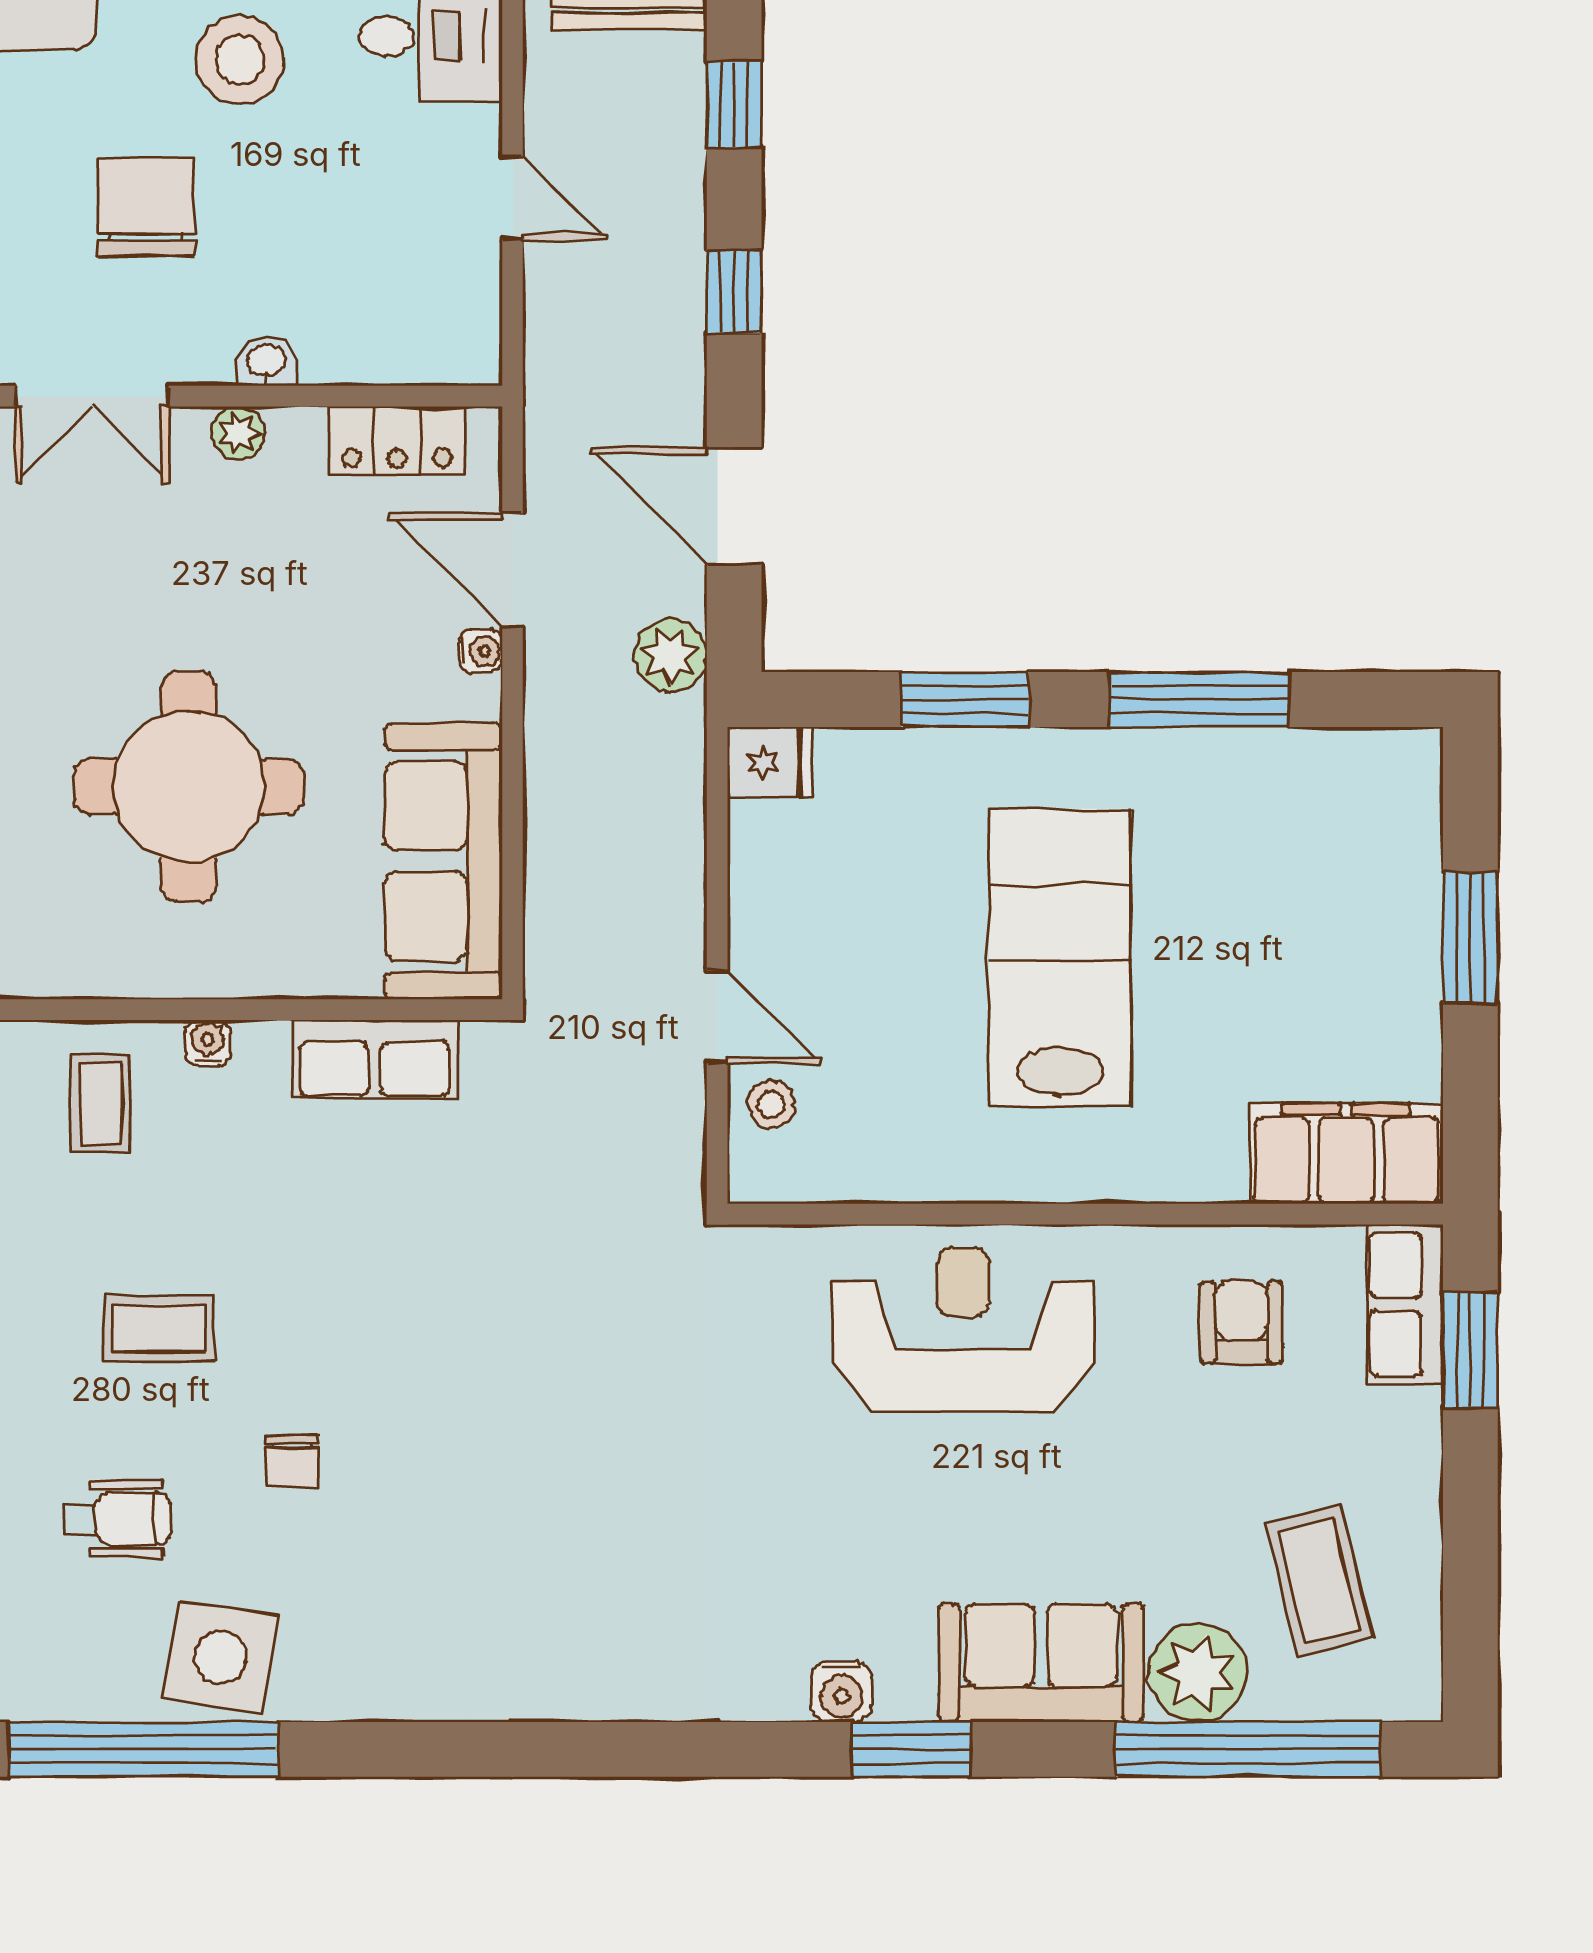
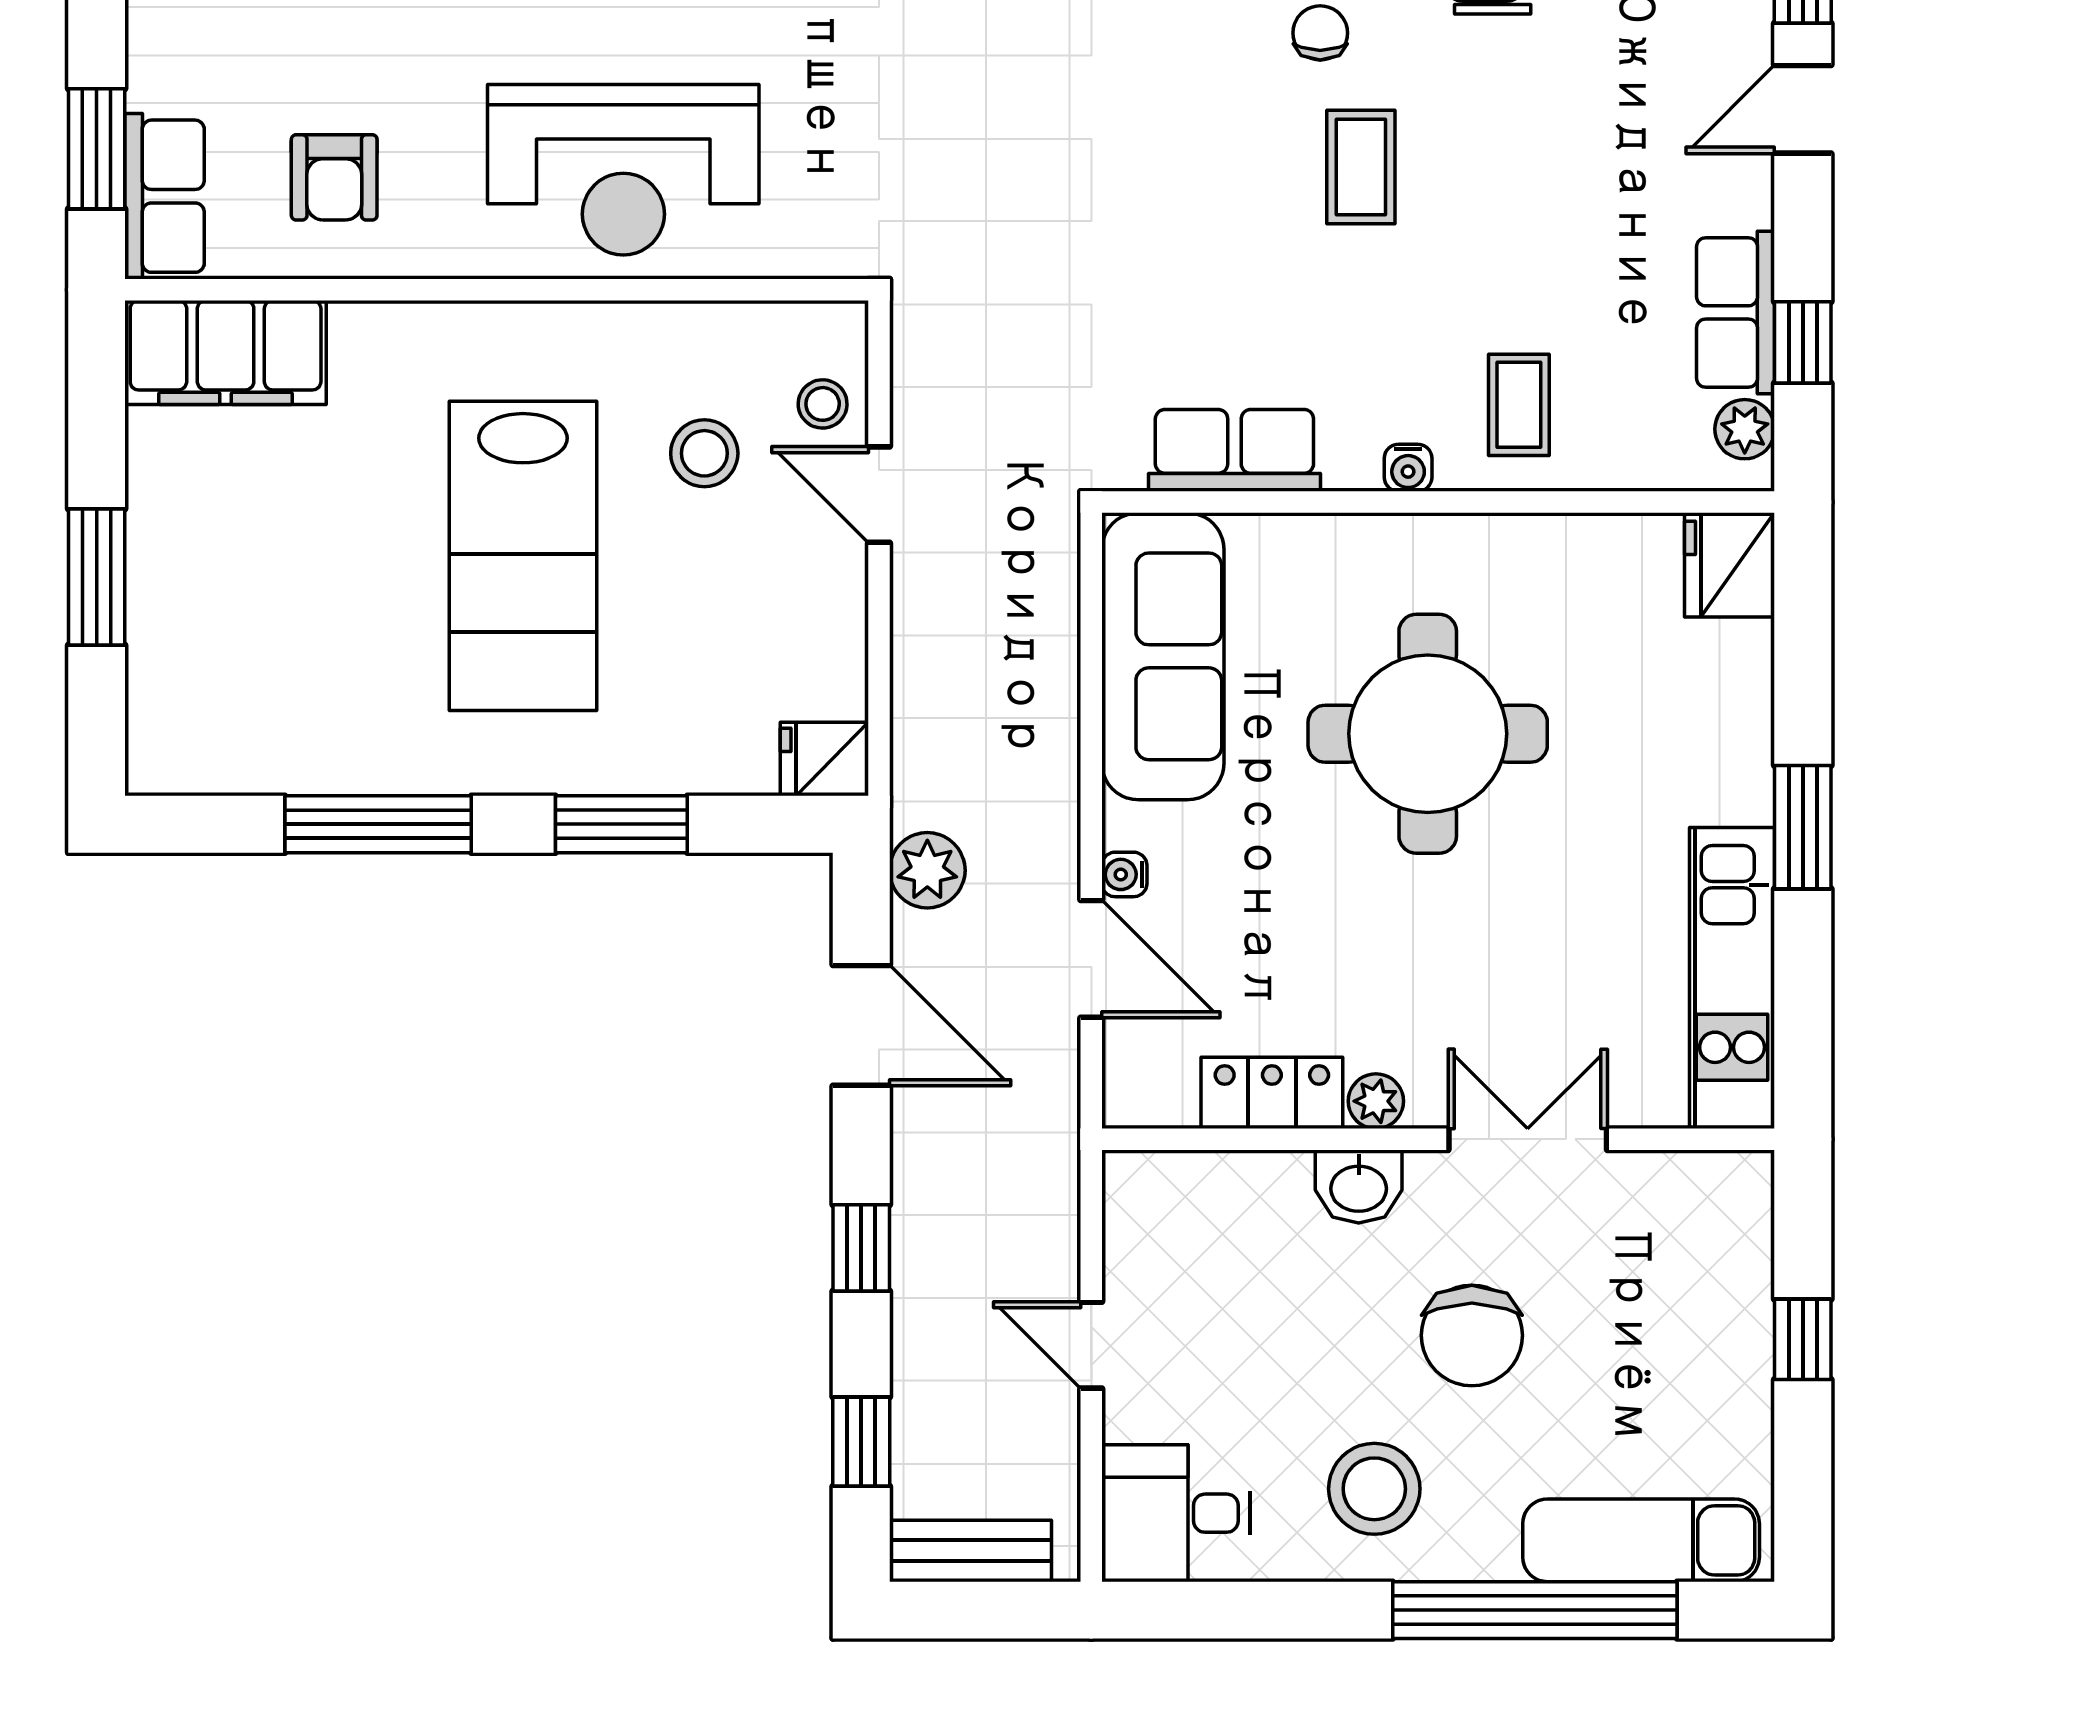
washbasin: (267, 362) -> (1359, 1187), width x1.38, depth x1.45
locker: (397, 441) -> (1272, 1093), moved
stool: (885, 1057) -> (704, 453), added
coffee table: (159, 1328) -> (1361, 167), moved, turned 90

